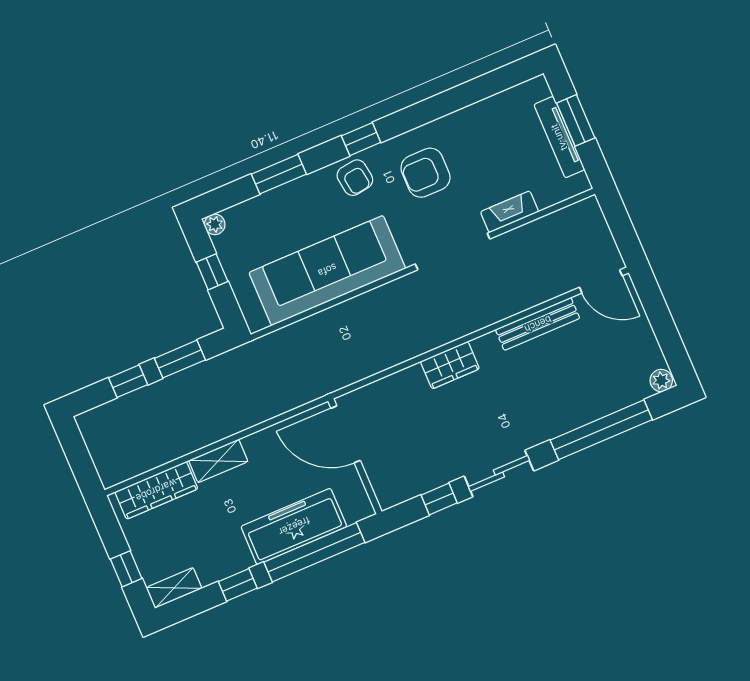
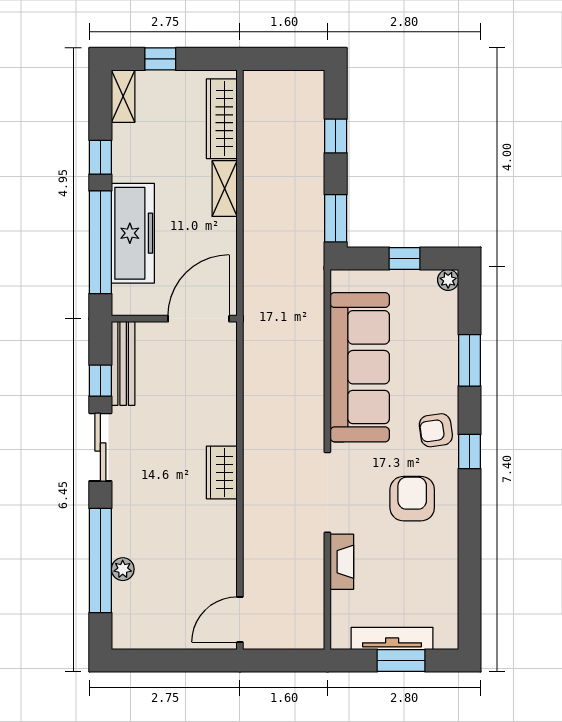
bench: (538, 324) -> (123, 363), moved
window: (180, 359) -> (336, 218), moved
wardrobe: (450, 365) -> (222, 473), moved
plant: (661, 380) -> (123, 569), moved

